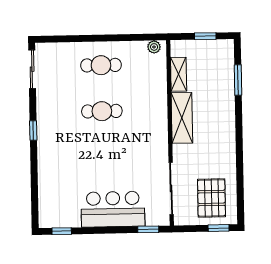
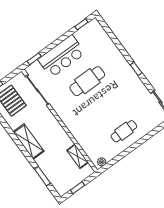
cafe table: (102, 111) -> (87, 81), moved, width x1.37, depth x1.35
shelving: (182, 118) -> (29, 142), moved

